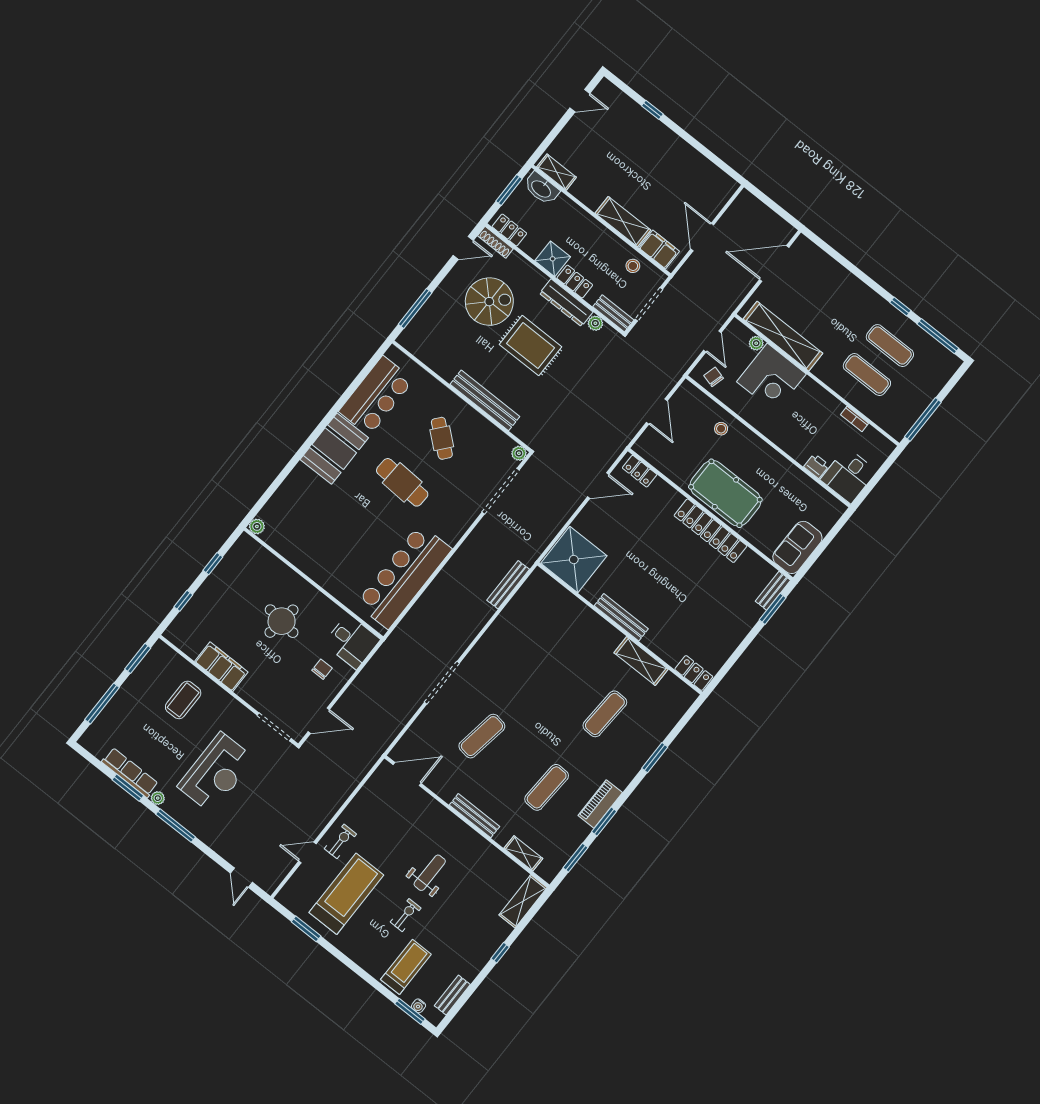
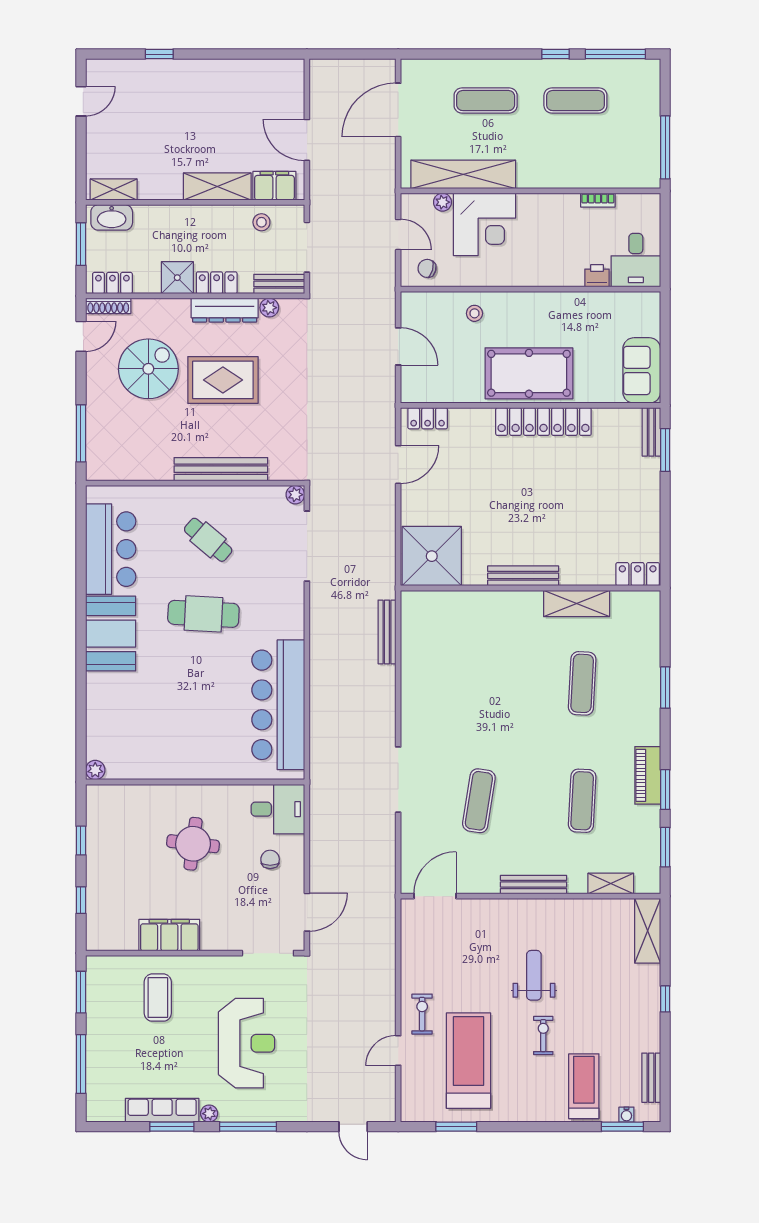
exercise mat: (867, 375) -> (486, 101), moved

